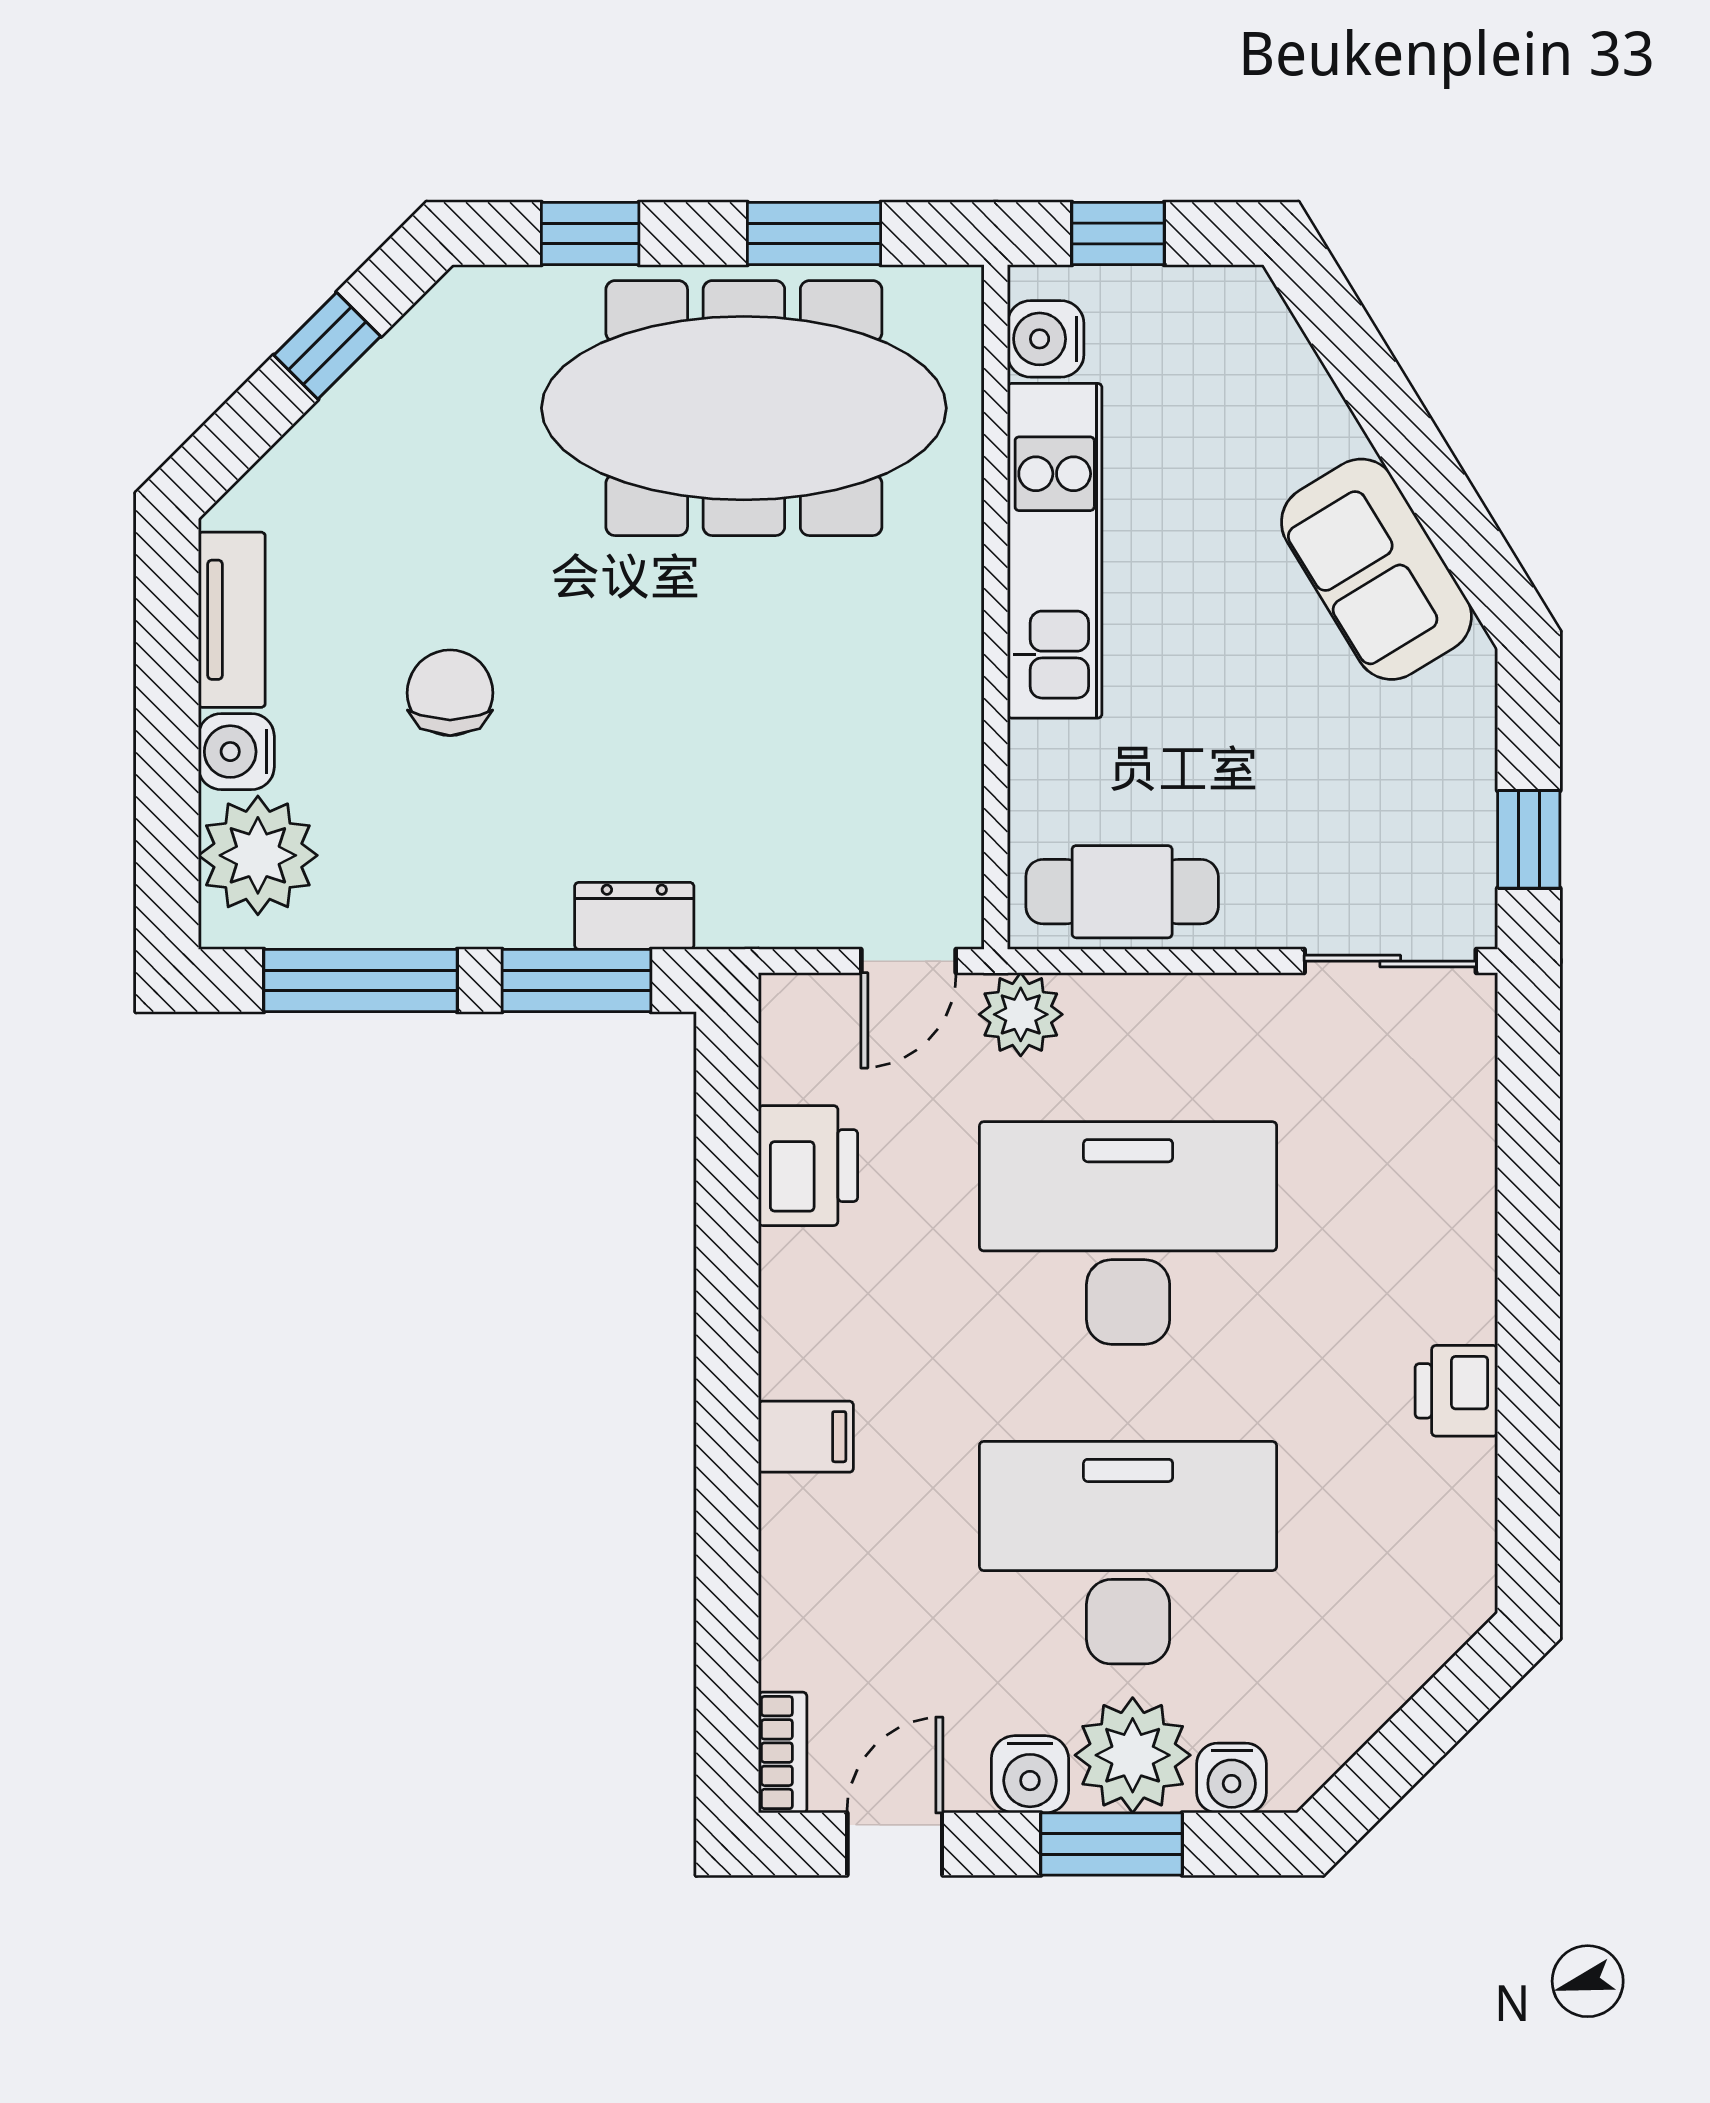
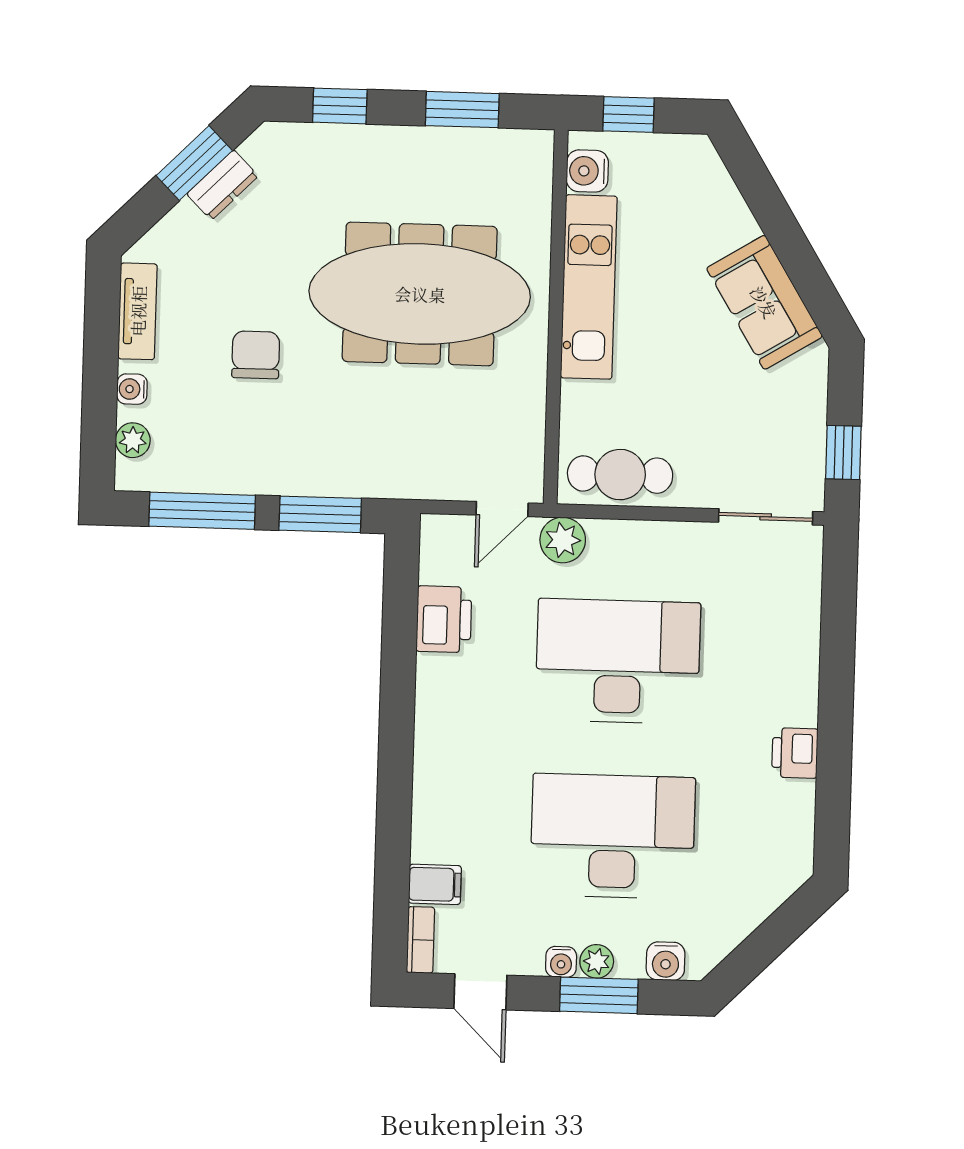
window: (327, 346) -> (194, 163), width x1.50
meeting table: (744, 408) -> (420, 294), moved
water cooler: (236, 752) -> (132, 389), width x0.72, depth x0.72
plant: (258, 855) -> (133, 440), width x0.53, depth x0.53
dresser: (634, 916) -> (223, 185), moved, turned 135
filing cabinet: (806, 1437) -> (435, 884), moved
plant: (1133, 1755) -> (597, 961), width x0.53, depth x0.53
water cooler: (1030, 1774) -> (561, 962), width x0.72, depth x0.72
door: (895, 1844) -> (480, 992), swing flipped

